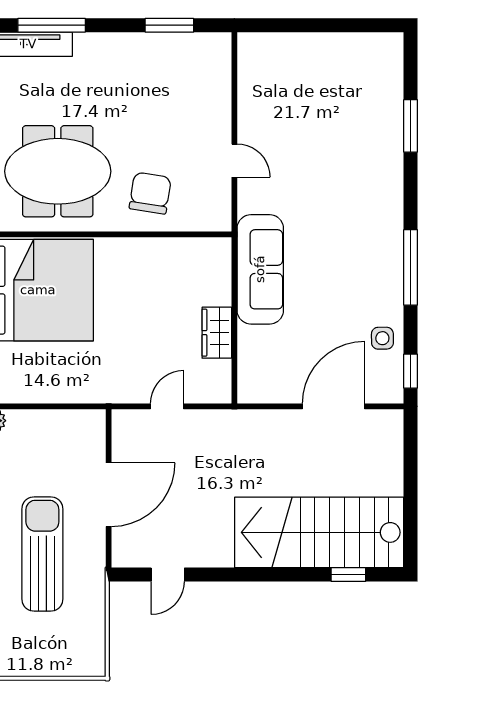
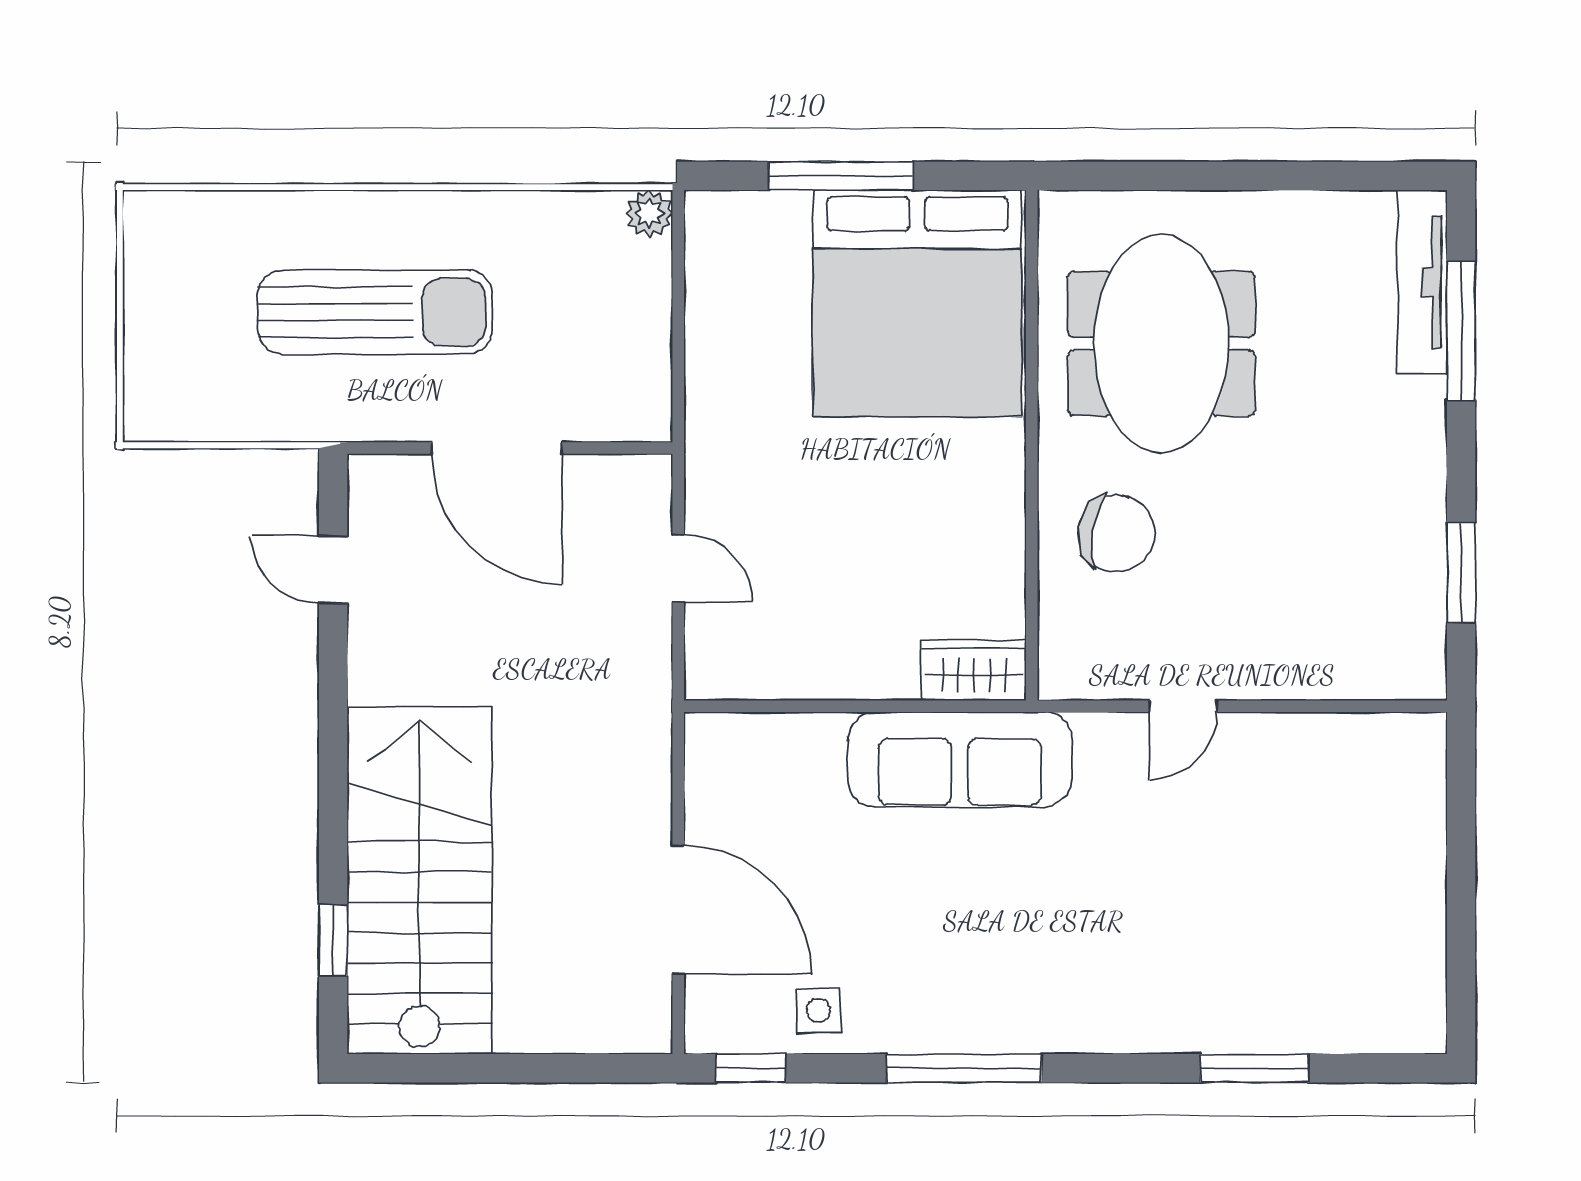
wardrobe: (217, 333) -> (974, 670), moved

